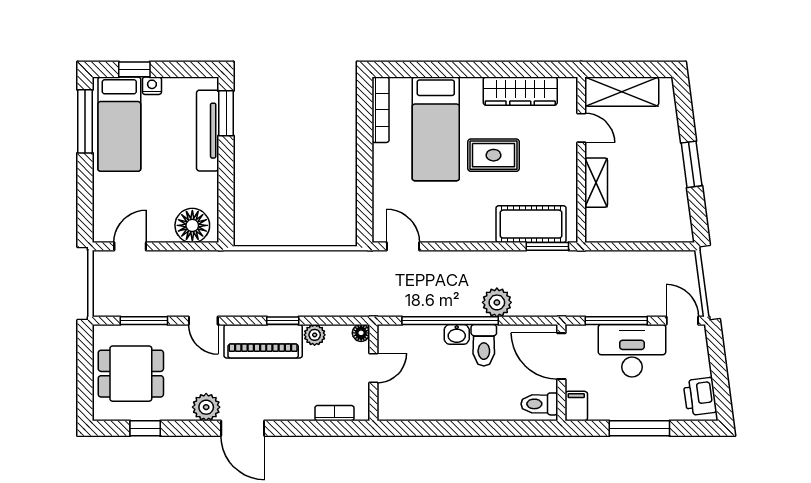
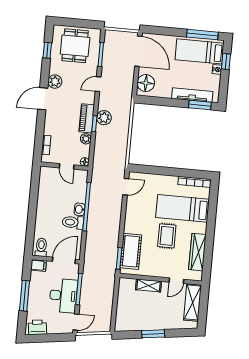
door: (130, 246) -> (138, 51), width x1.87
plant: (497, 302) -> (104, 118), moved
piano: (263, 341) -> (87, 118), width x0.73, depth x0.75

